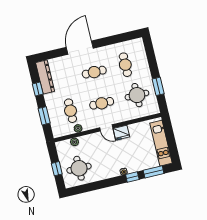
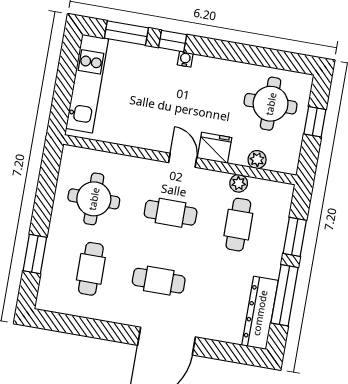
window: (158, 86) -> (35, 254), moved
window: (38, 89) -> (285, 295), width x2.17
fridge: (121, 133) -> (215, 148), moved

